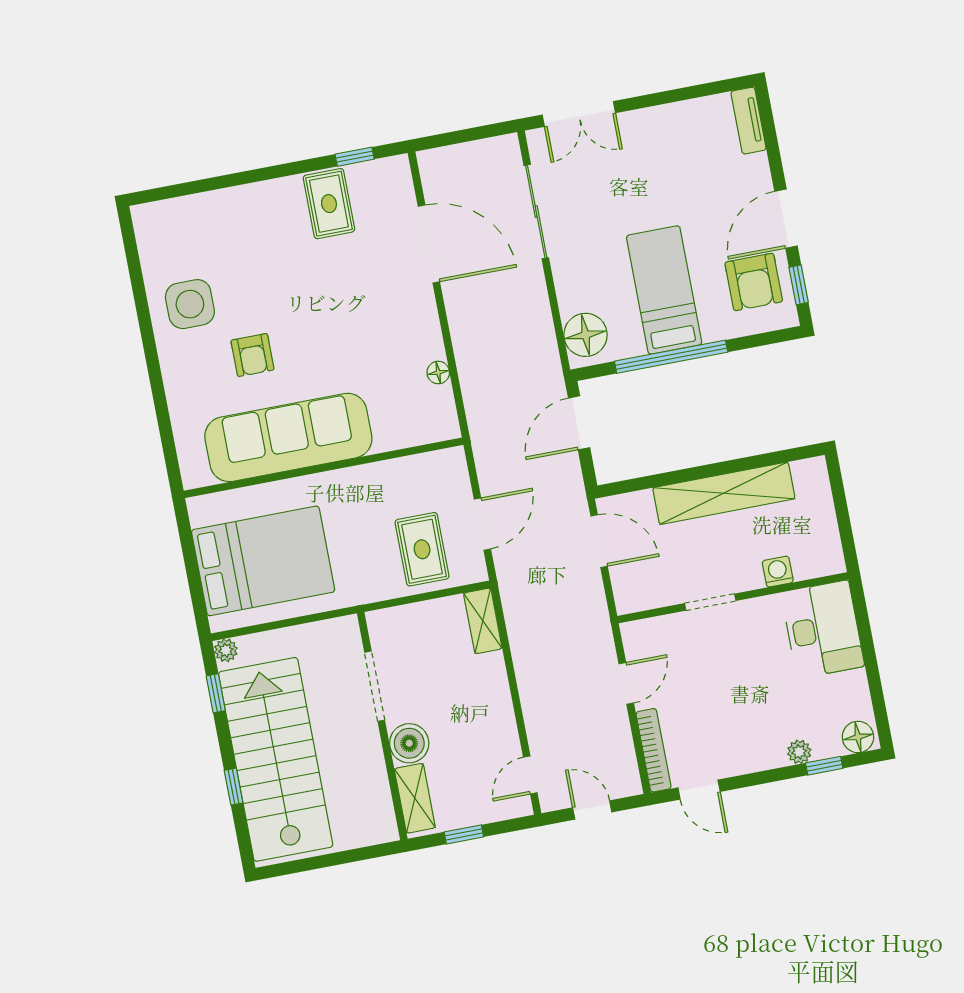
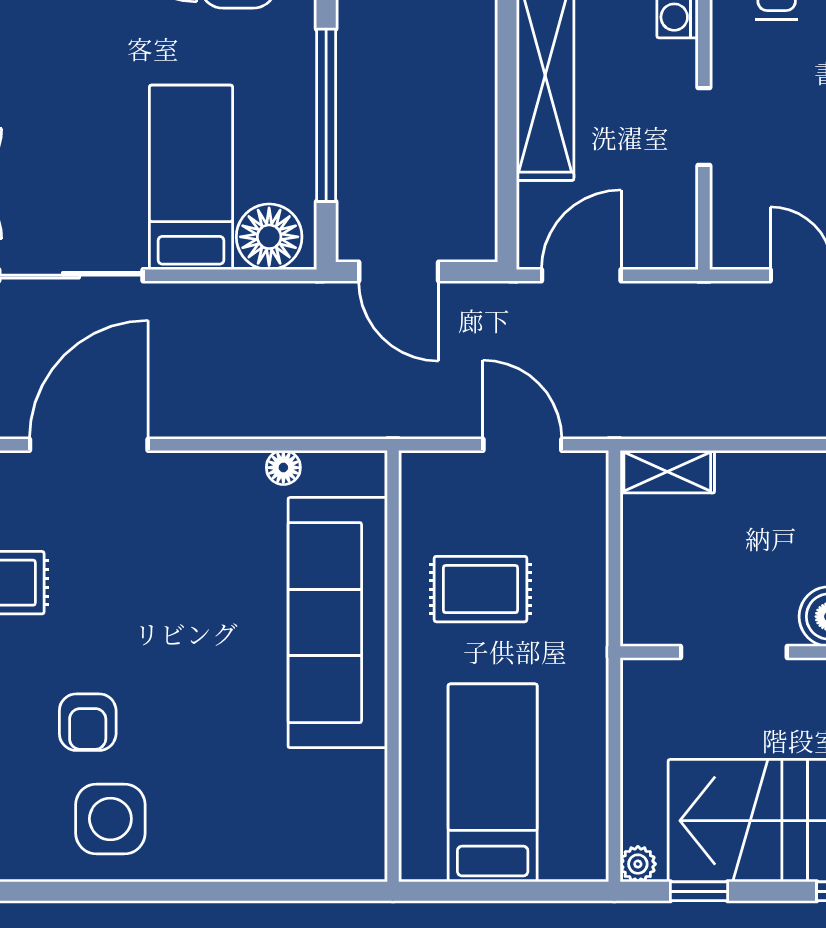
bed: (664, 290) -> (191, 177), moved, turned 90
armchair: (252, 355) -> (88, 722), moved, turned 90
sofa: (288, 437) -> (338, 623), moved
rug: (422, 549) -> (480, 589), moved
bed: (263, 561) -> (493, 783), width x0.67

